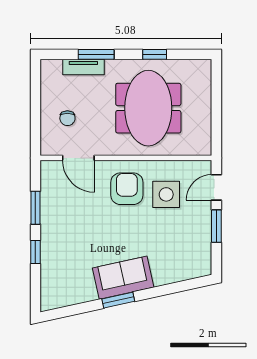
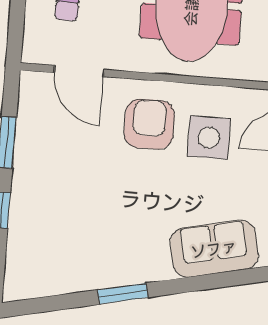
sofa: (123, 278) -> (214, 249), moved

